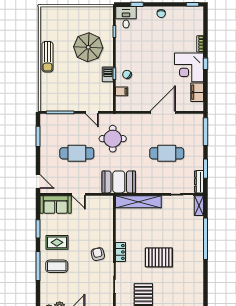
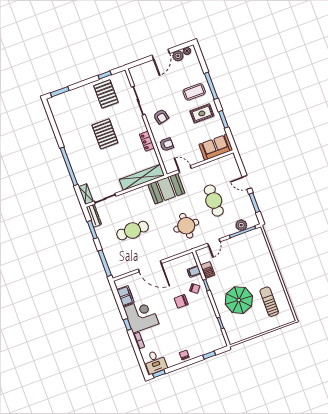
desk: (126, 17) -> (155, 362), moved
sun lounger: (47, 57) -> (269, 302), moved
chair: (145, 67) -> (181, 301), added
barbecue: (108, 74) -> (208, 270), moved
door: (92, 112) -> (214, 243), swing flipped
door: (163, 112) -> (150, 266), hinge flipped
plant: (59, 119) -> (241, 225), added
cafe table: (77, 153) -> (214, 201), turned 90
door: (38, 181) -> (247, 182), moved
door: (79, 194) -> (185, 169), moved
armchair: (102, 225) -> (167, 144), added
locker: (121, 252) -> (147, 141), moved
pallet: (159, 257) -> (105, 134), turned 90

